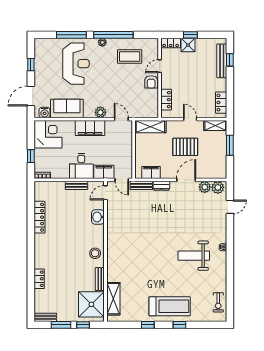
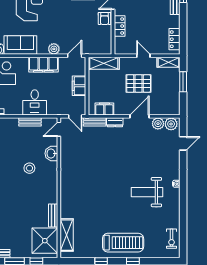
locker: (166, 100) -> (120, 26), moved
door: (121, 119) -> (75, 56), hinge flipped
filing cabinet: (104, 172) -> (79, 86), moved, turned -90
stool: (95, 253) -> (29, 168), moved

